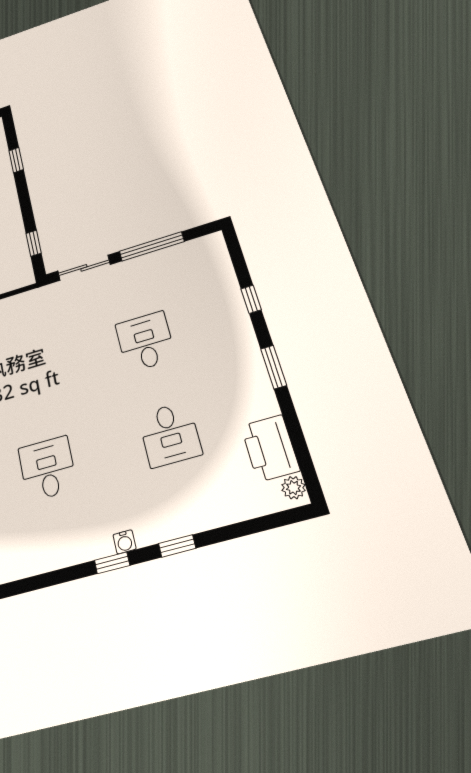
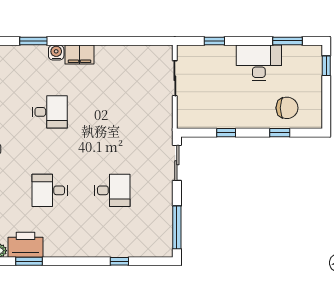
window: (34, 243) -> (226, 133), moved
window: (152, 246) -> (177, 227), moved
window: (274, 367) -> (29, 261), moved

